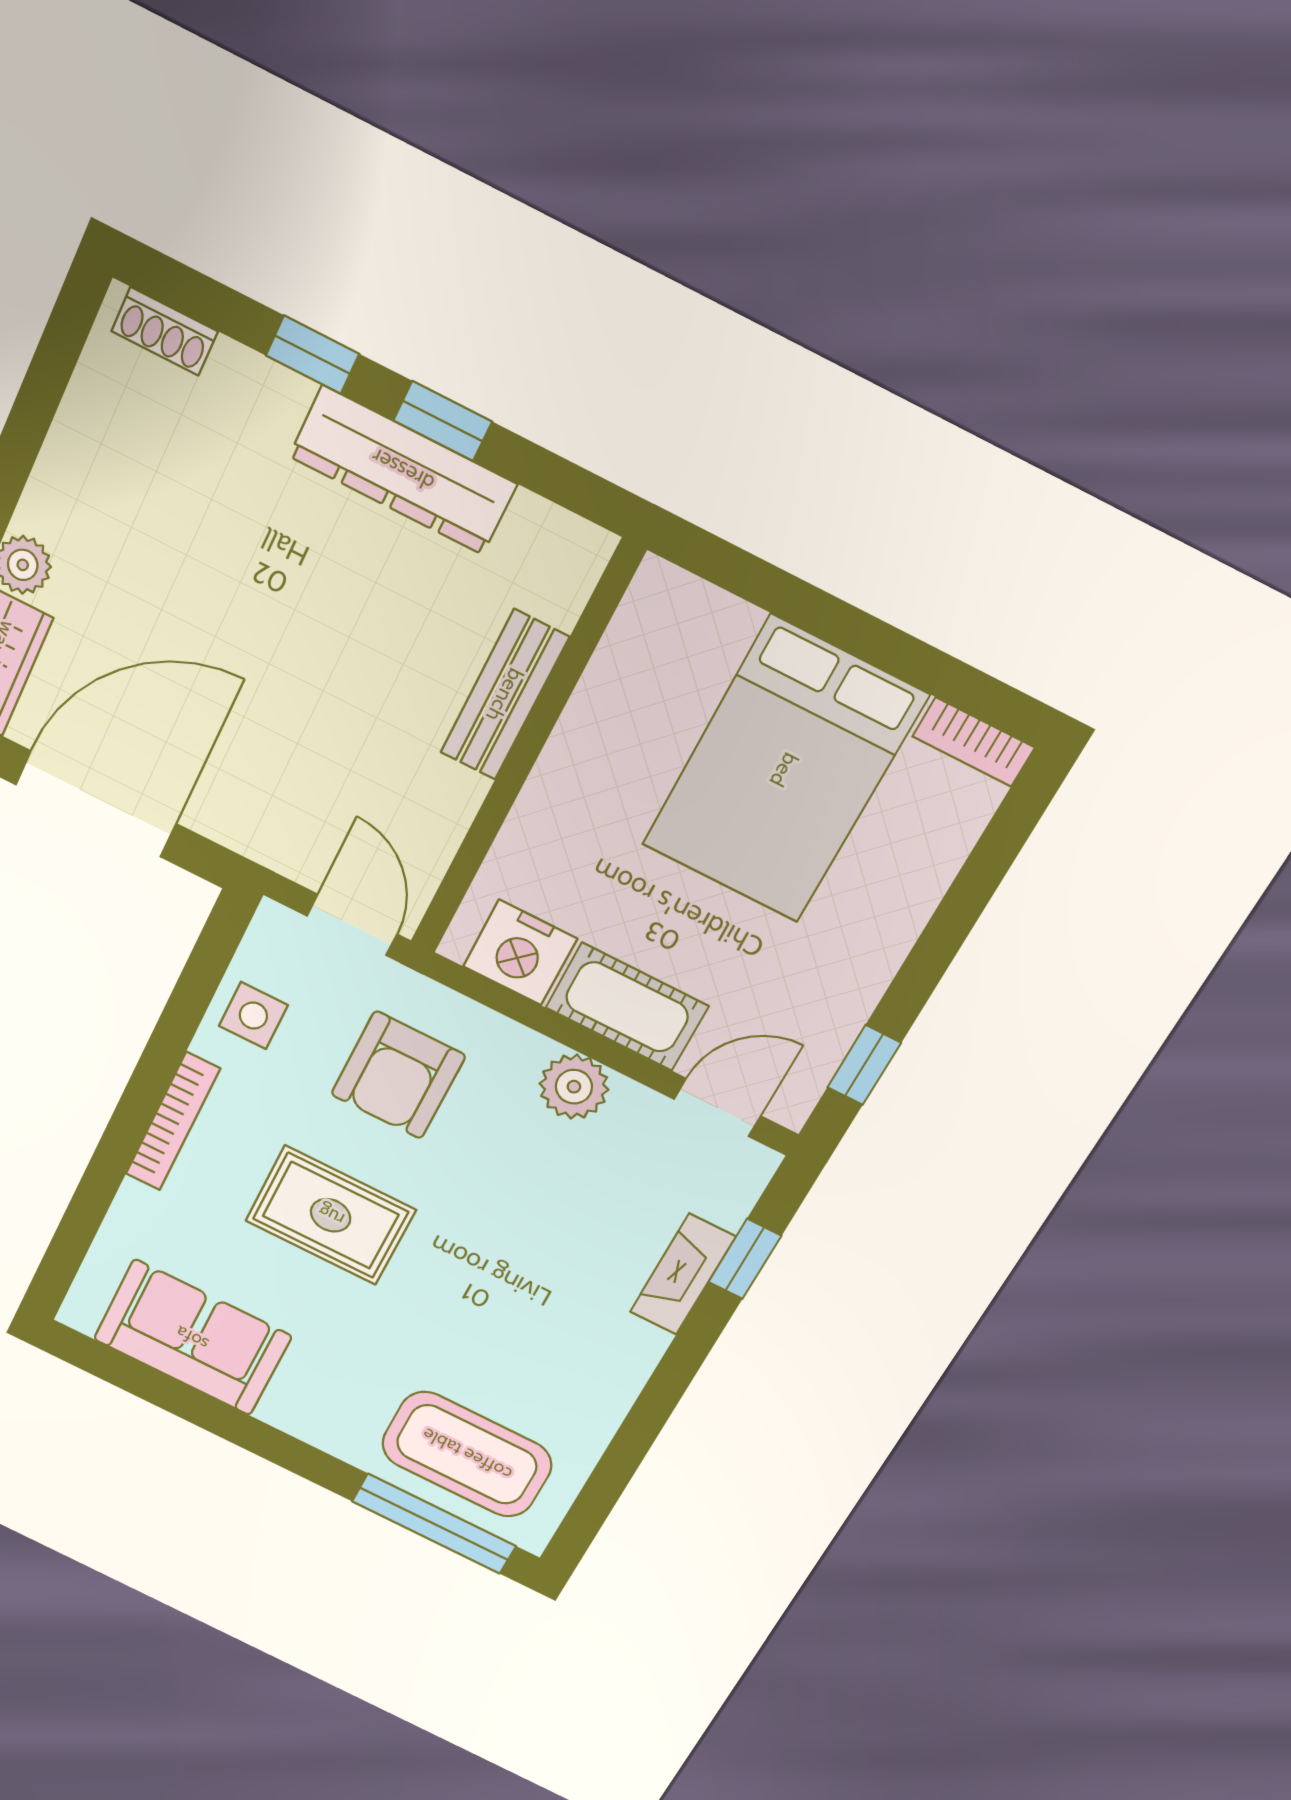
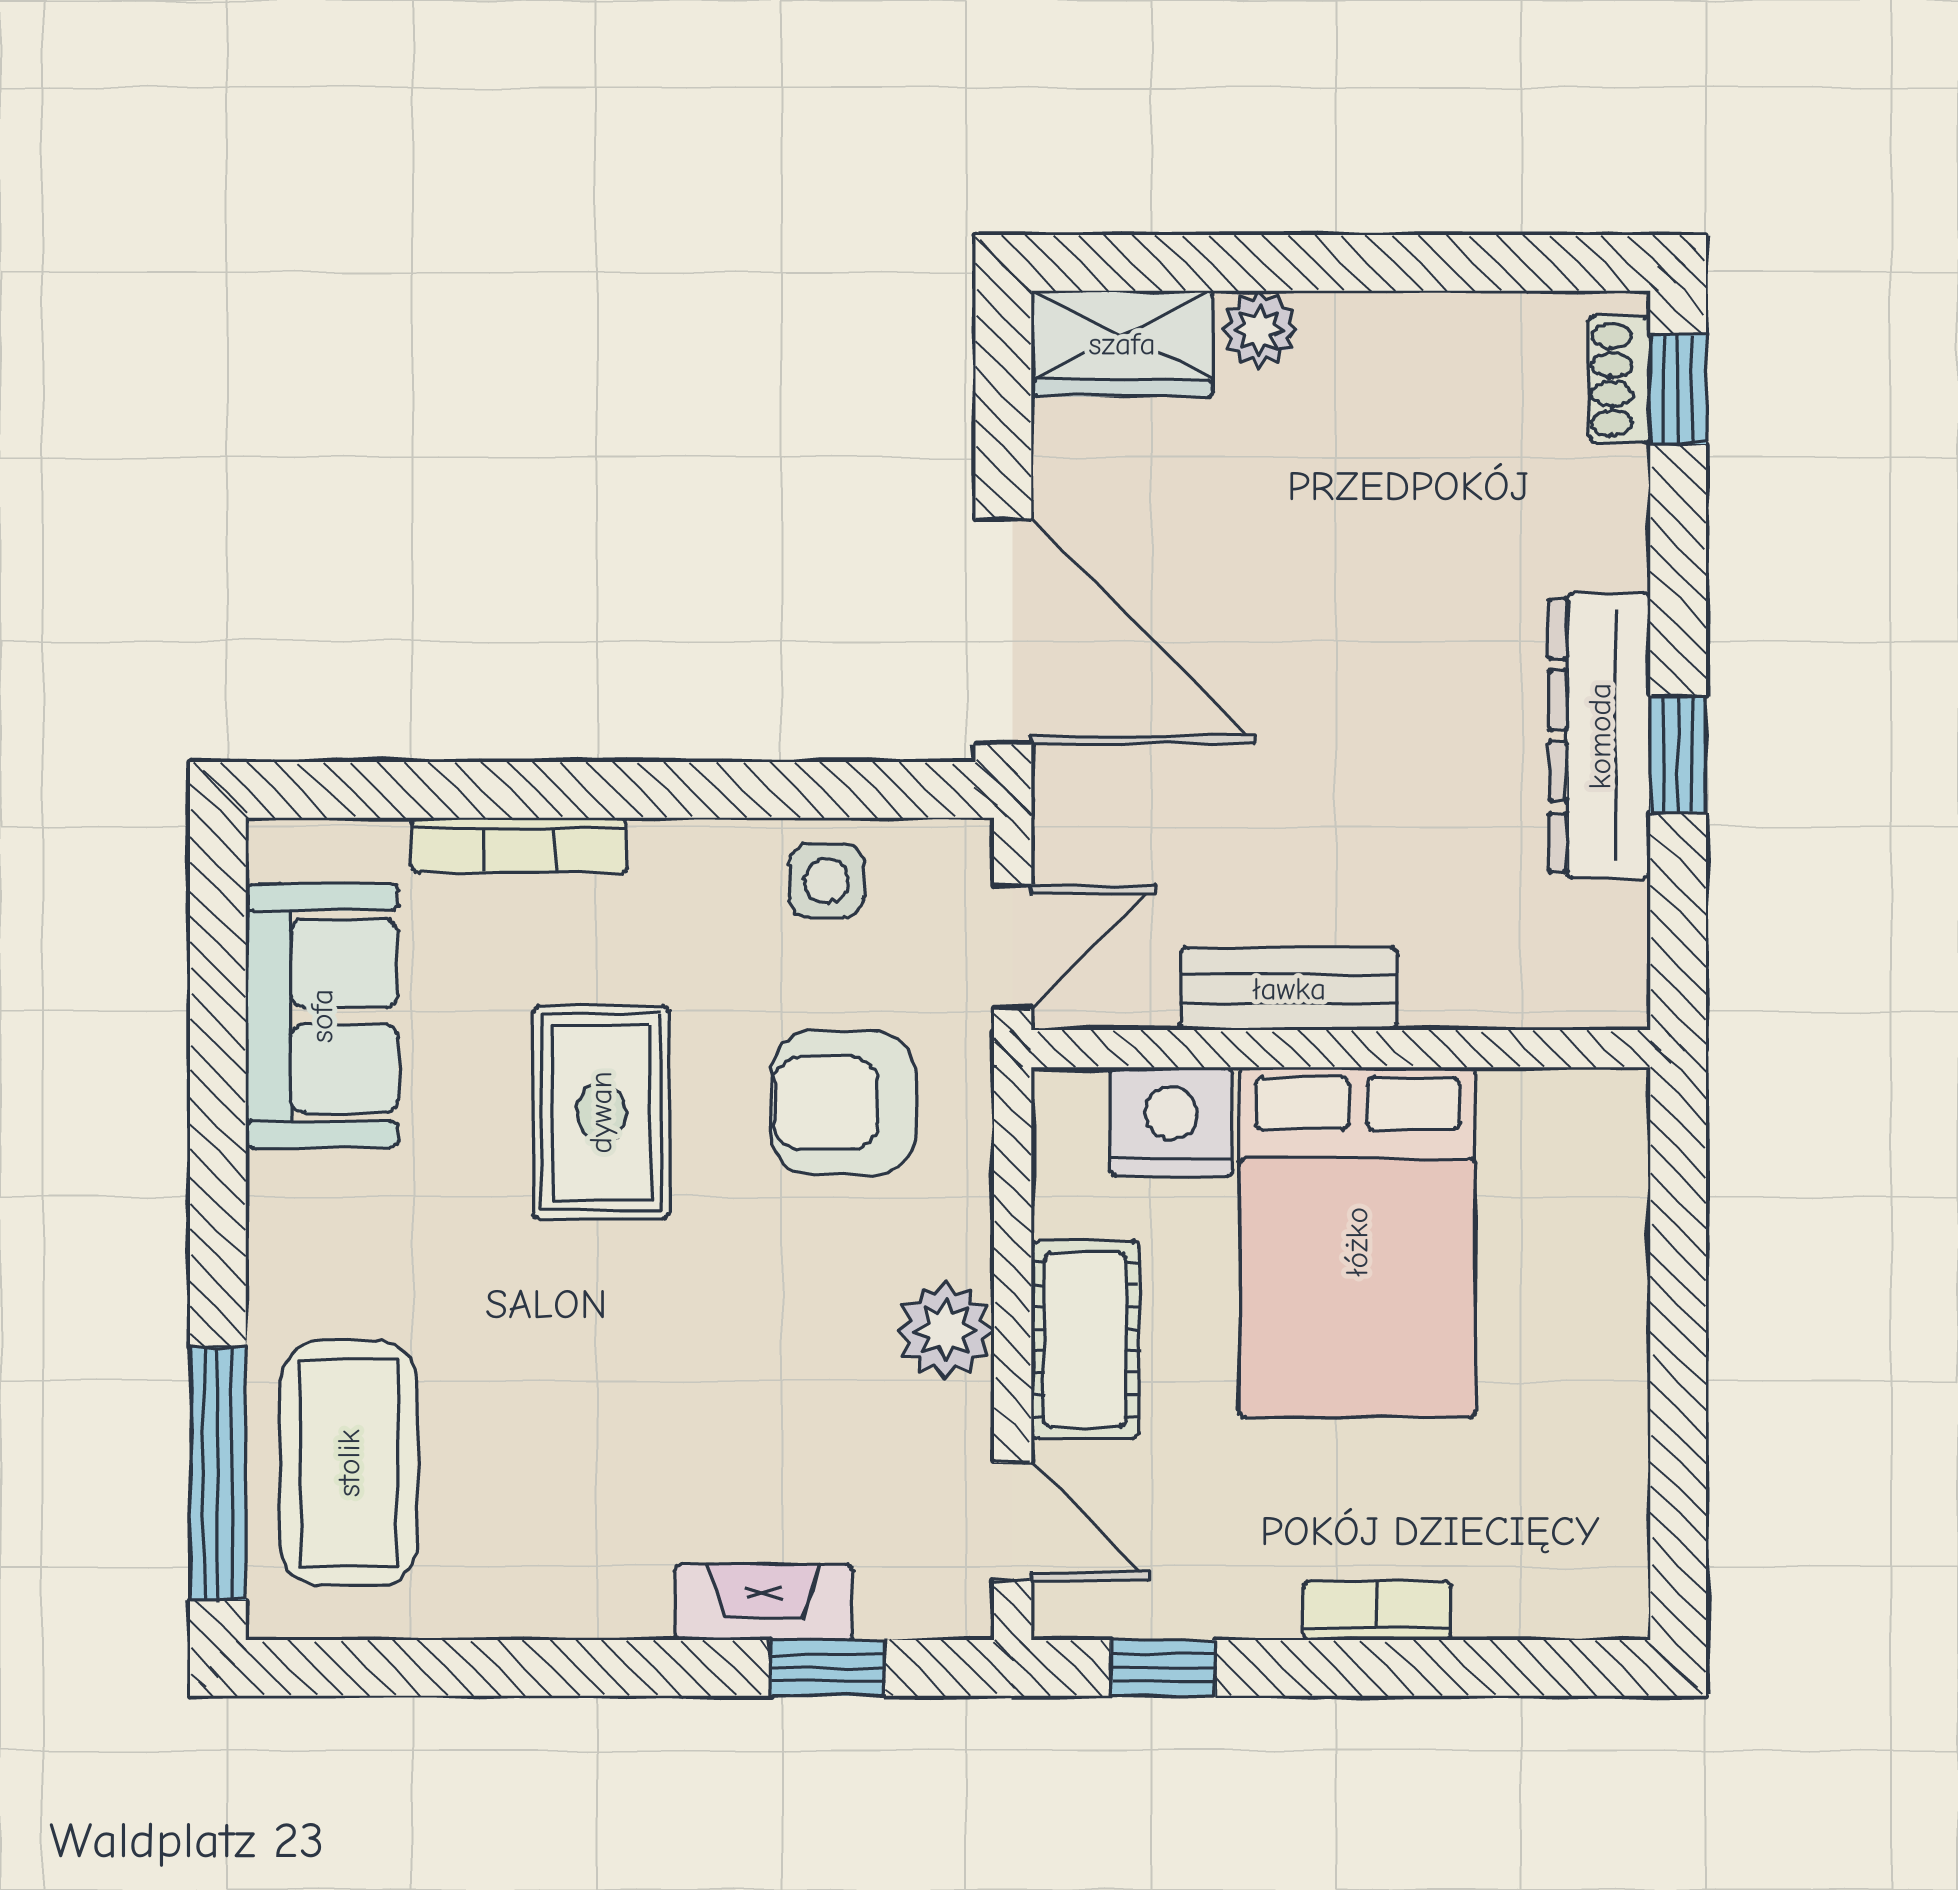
window: (312, 355) -> (1678, 389), moved
bench: (505, 695) -> (1289, 989), moved
bookcase: (974, 742) -> (1377, 1611), moved, turned 90
bed: (784, 770) -> (1357, 1242), moved, turned -90
door: (96, 804) -> (1003, 631), moved
nightstand: (520, 953) -> (1171, 1122), moved, turned 90
bookcase: (173, 1121) -> (519, 845), moved

